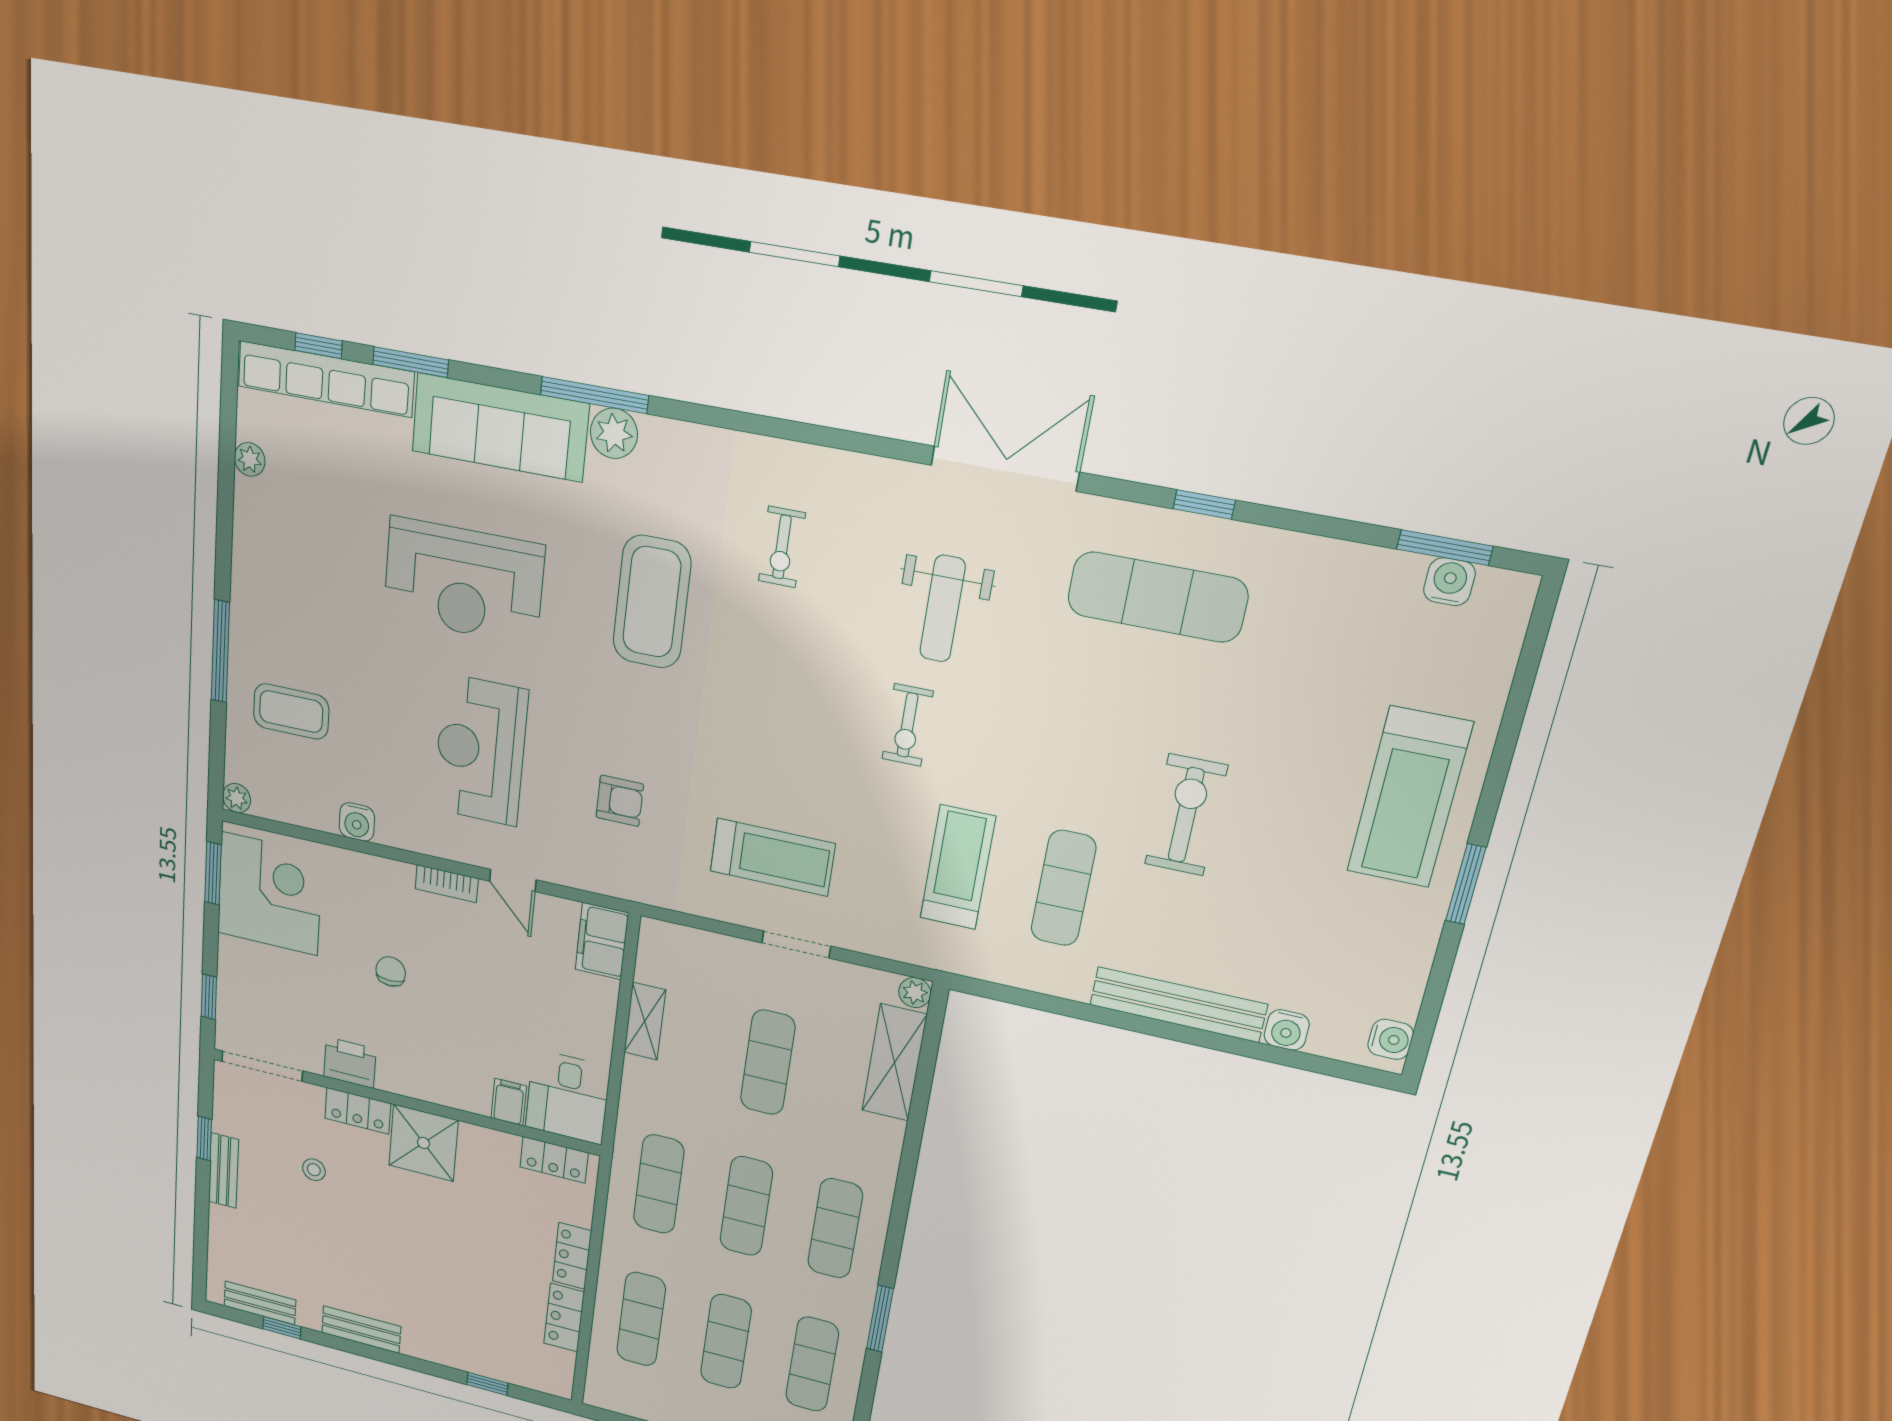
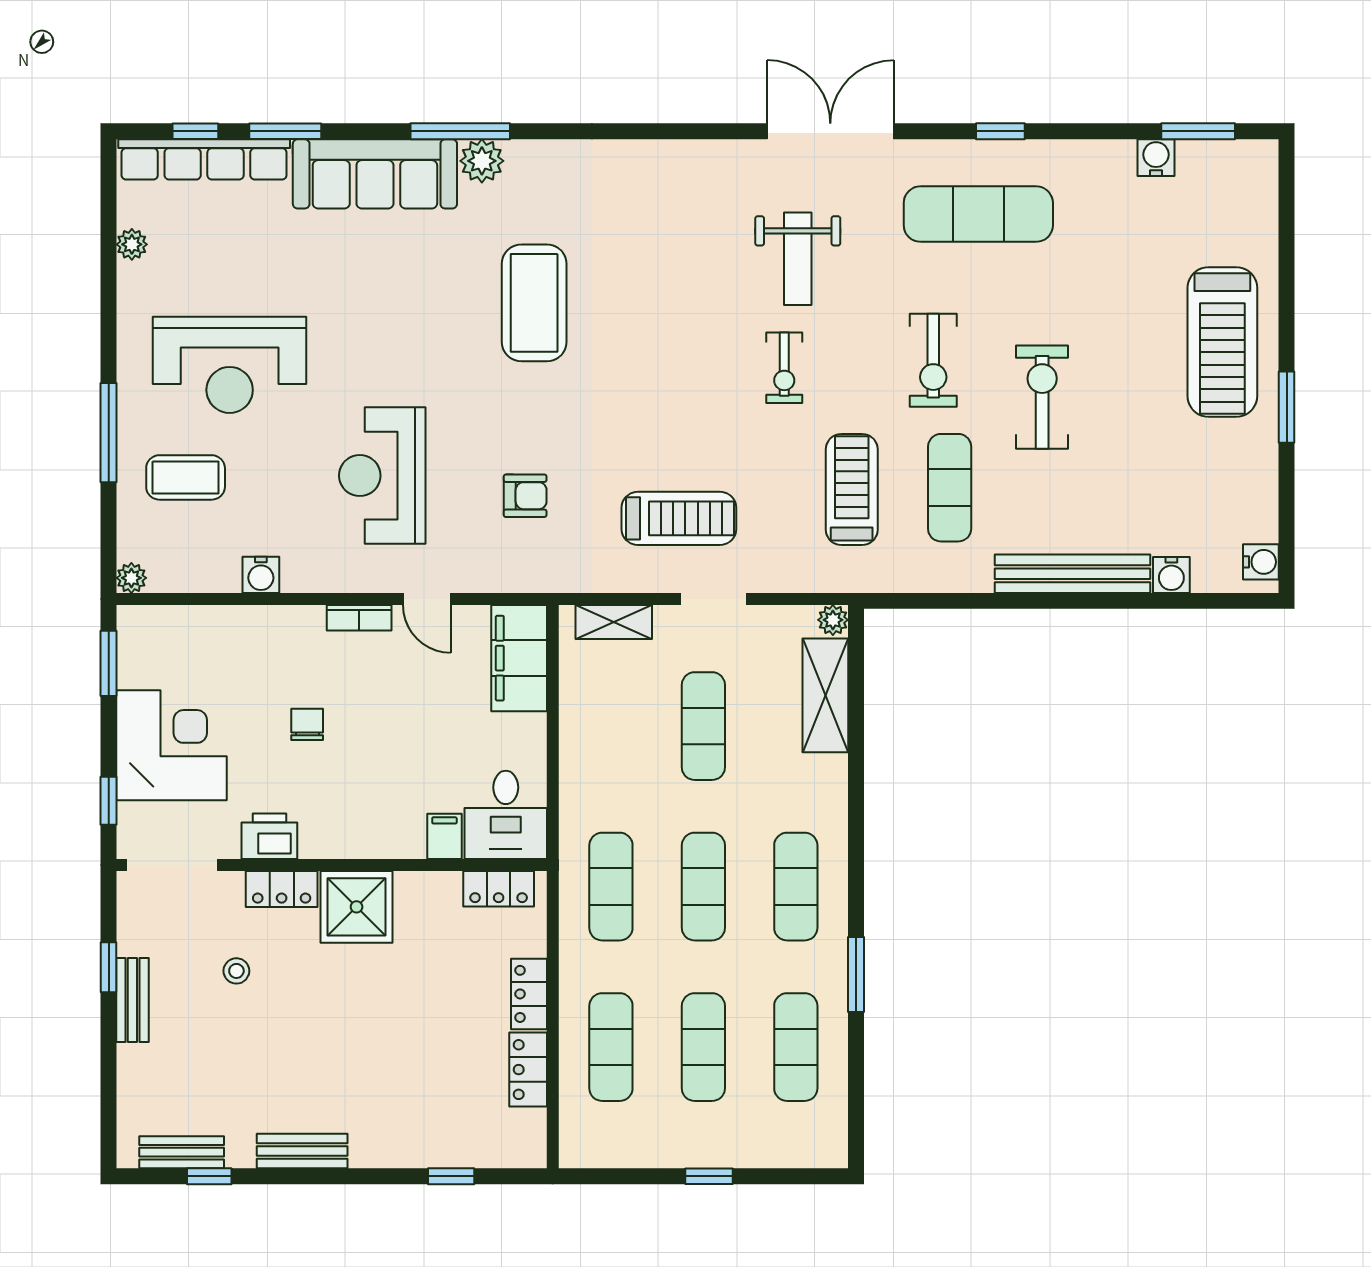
exercise bike: (782, 547) -> (933, 360), moved, width x1.38, depth x1.39
reception desk: (463, 581) -> (230, 365), moved
water cooler: (1449, 582) -> (1156, 158), moved
corner desk: (270, 894) -> (171, 745), moved
filing cabinet: (602, 941) -> (519, 658), width x1.50, depth x1.17
shelving: (645, 1021) -> (614, 622), moved, turned 90

